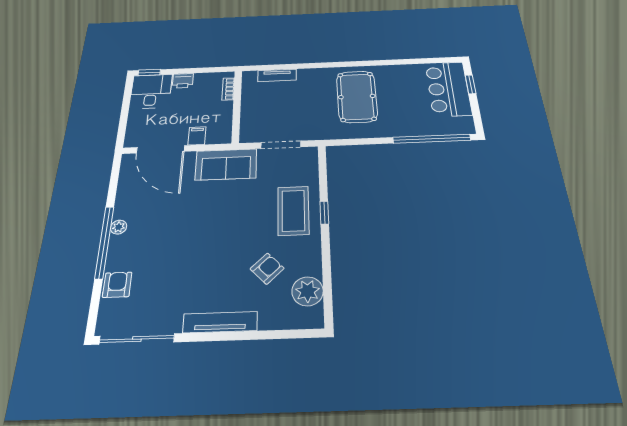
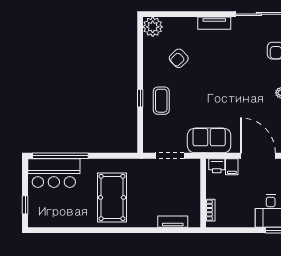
printer: (183, 81) -> (217, 166), moved, turned 180
bar counter: (448, 89) -> (54, 173), moved, turned 90
coffee table: (293, 211) -> (161, 101), width x0.73, depth x0.76
plant: (308, 291) -> (153, 27), moved
tv unit: (220, 322) -> (214, 23), width x0.71

